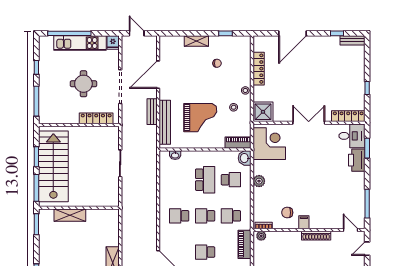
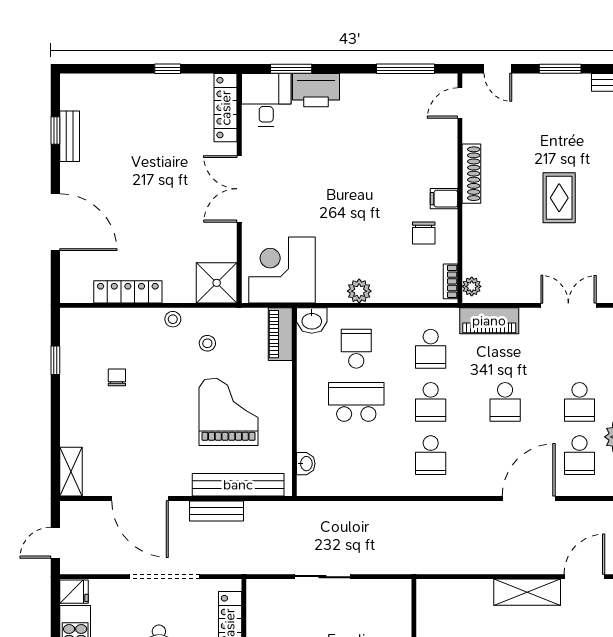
bench: (352, 40) -> (70, 136), moved
shelving: (196, 41) -> (71, 472), moved

